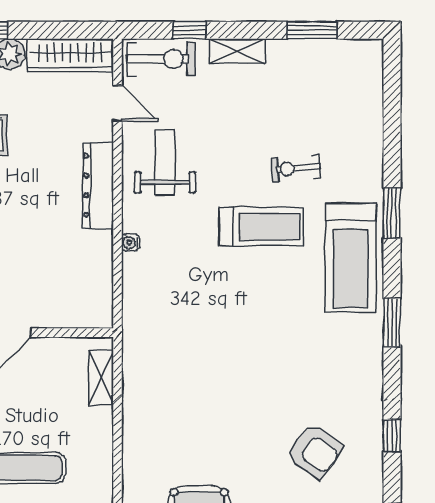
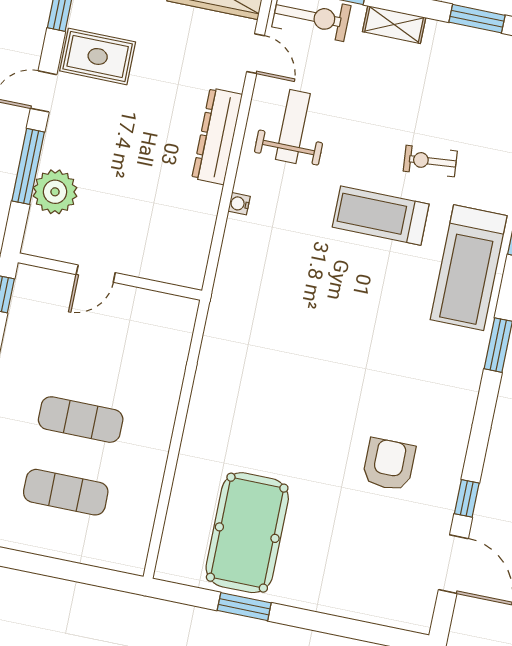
treadmill: (261, 227) -> (381, 216), turned 180
shelving: (101, 378) -> (178, 340), removed
window: (392, 436) -> (467, 498), moved
armchair: (315, 451) -> (389, 464), turned -125

